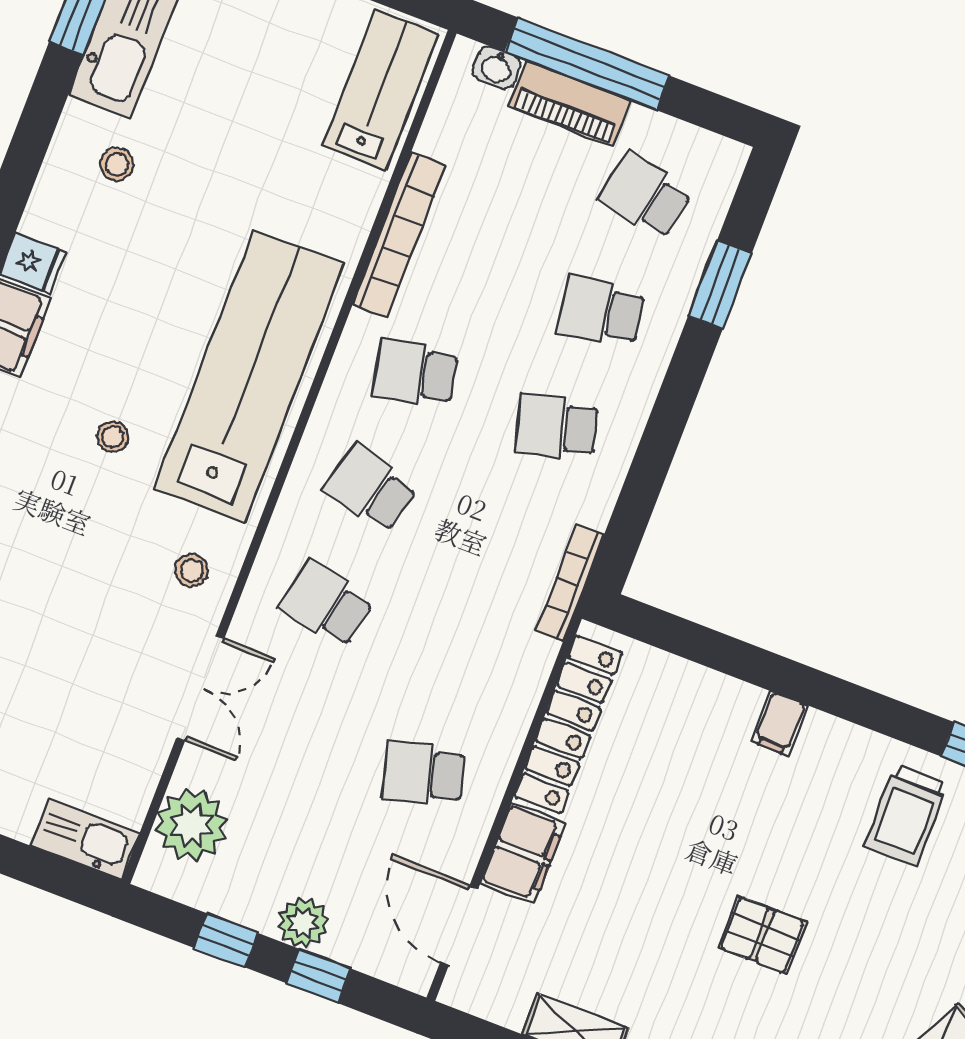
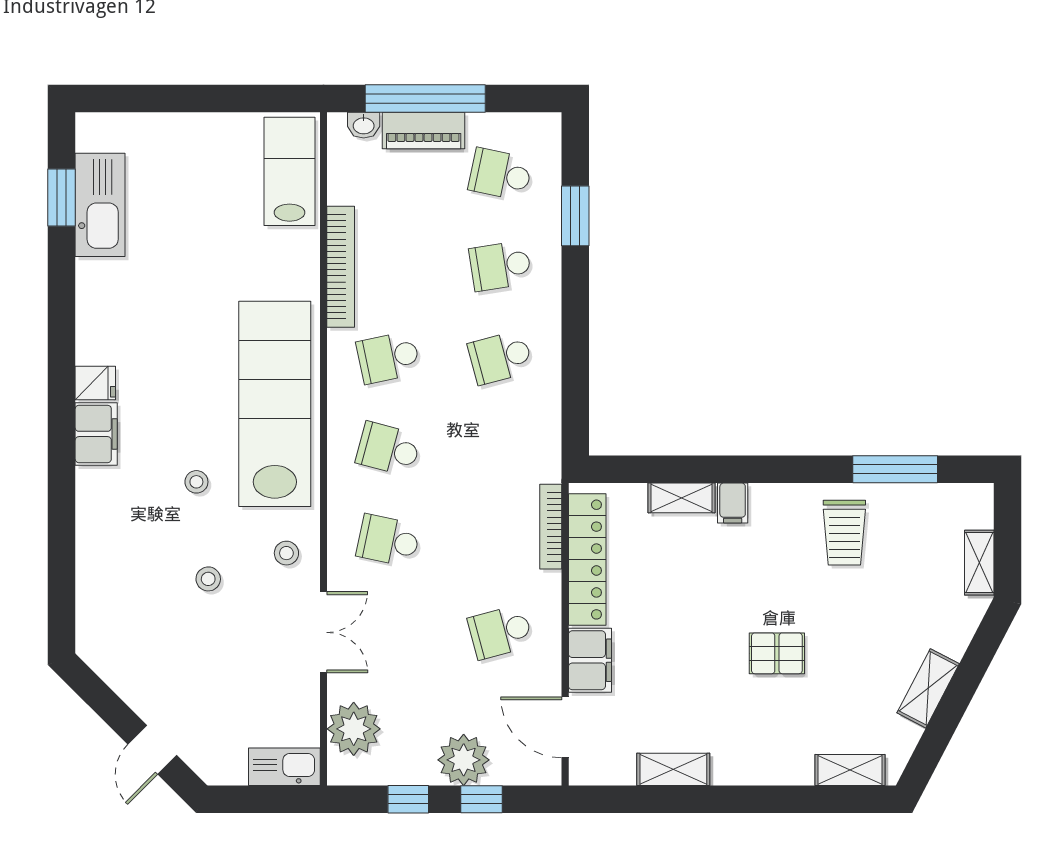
stool: (117, 164) -> (208, 579), moved
bookcase: (570, 583) -> (551, 527), moved
shelving: (717, 692) -> (682, 498), added
plant: (303, 923) -> (464, 760), width x1.36, depth x1.36

